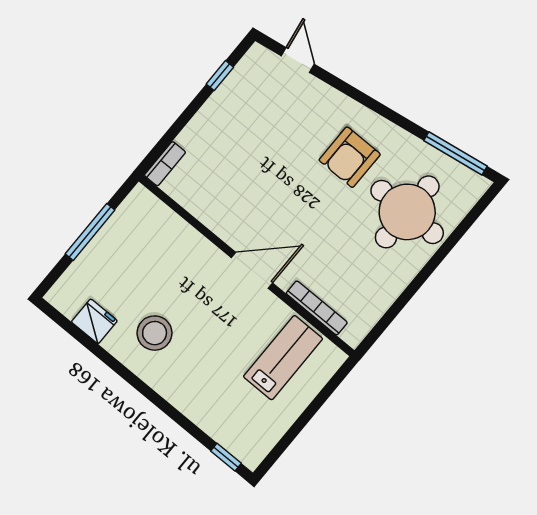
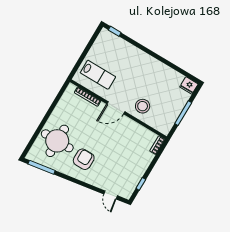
fridge: (94, 321) -> (189, 85), moved
stool: (155, 333) -> (143, 106), moved
lab bench: (283, 358) -> (98, 75), turned -90

